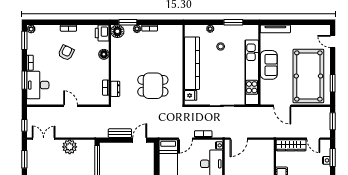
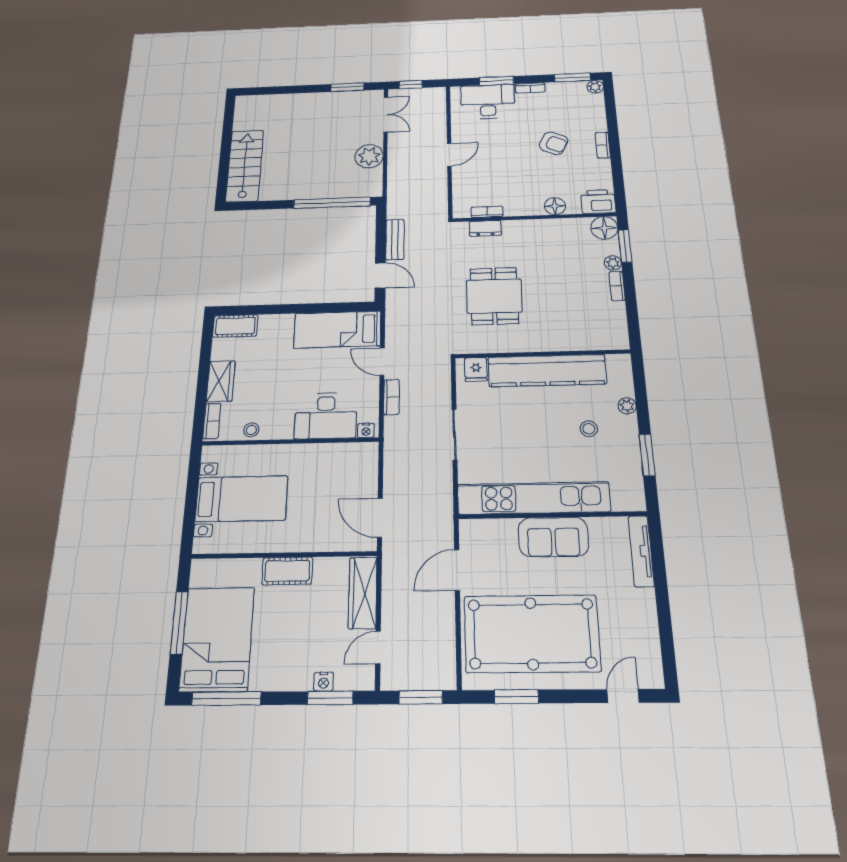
door: (239, 139) -> (380, 518), moved

